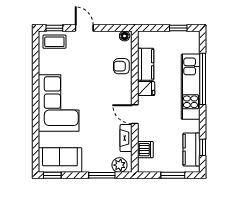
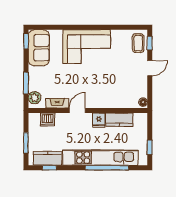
armchair: (121, 66) -> (118, 99), removed
kitchen unit: (191, 87) -> (100, 158), width x1.36

